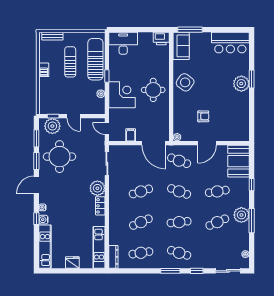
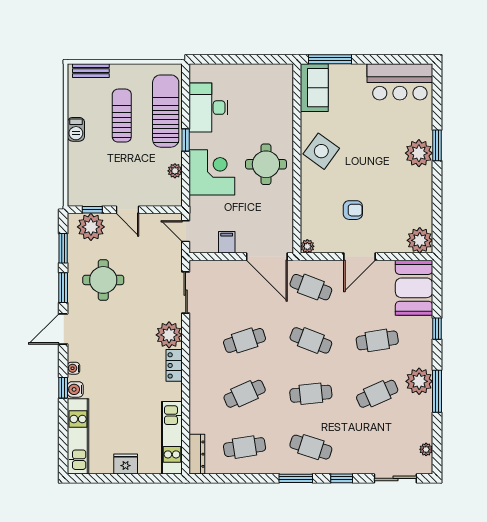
printer: (161, 39) -> (280, 75), removed
desk: (123, 43) -> (209, 108), moved, turned -90
plant: (242, 134) -> (420, 240), added
round table: (60, 157) -> (103, 280), width x0.73, depth x0.73

